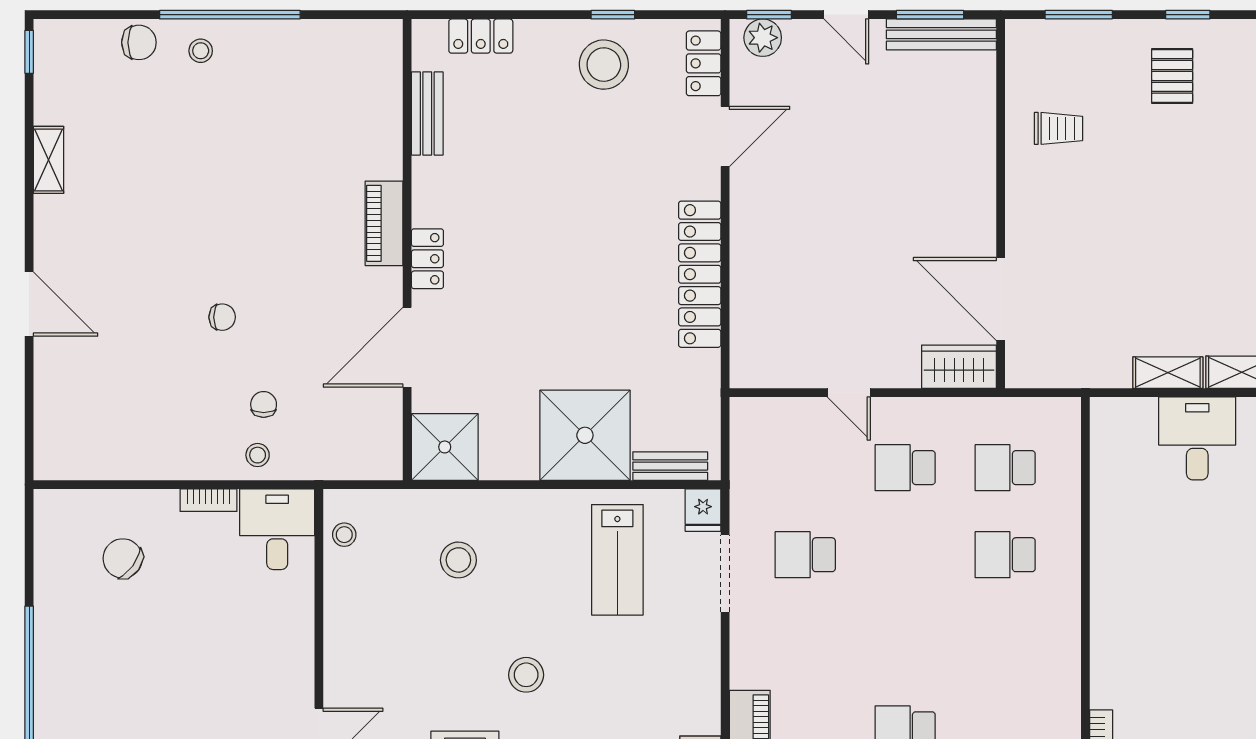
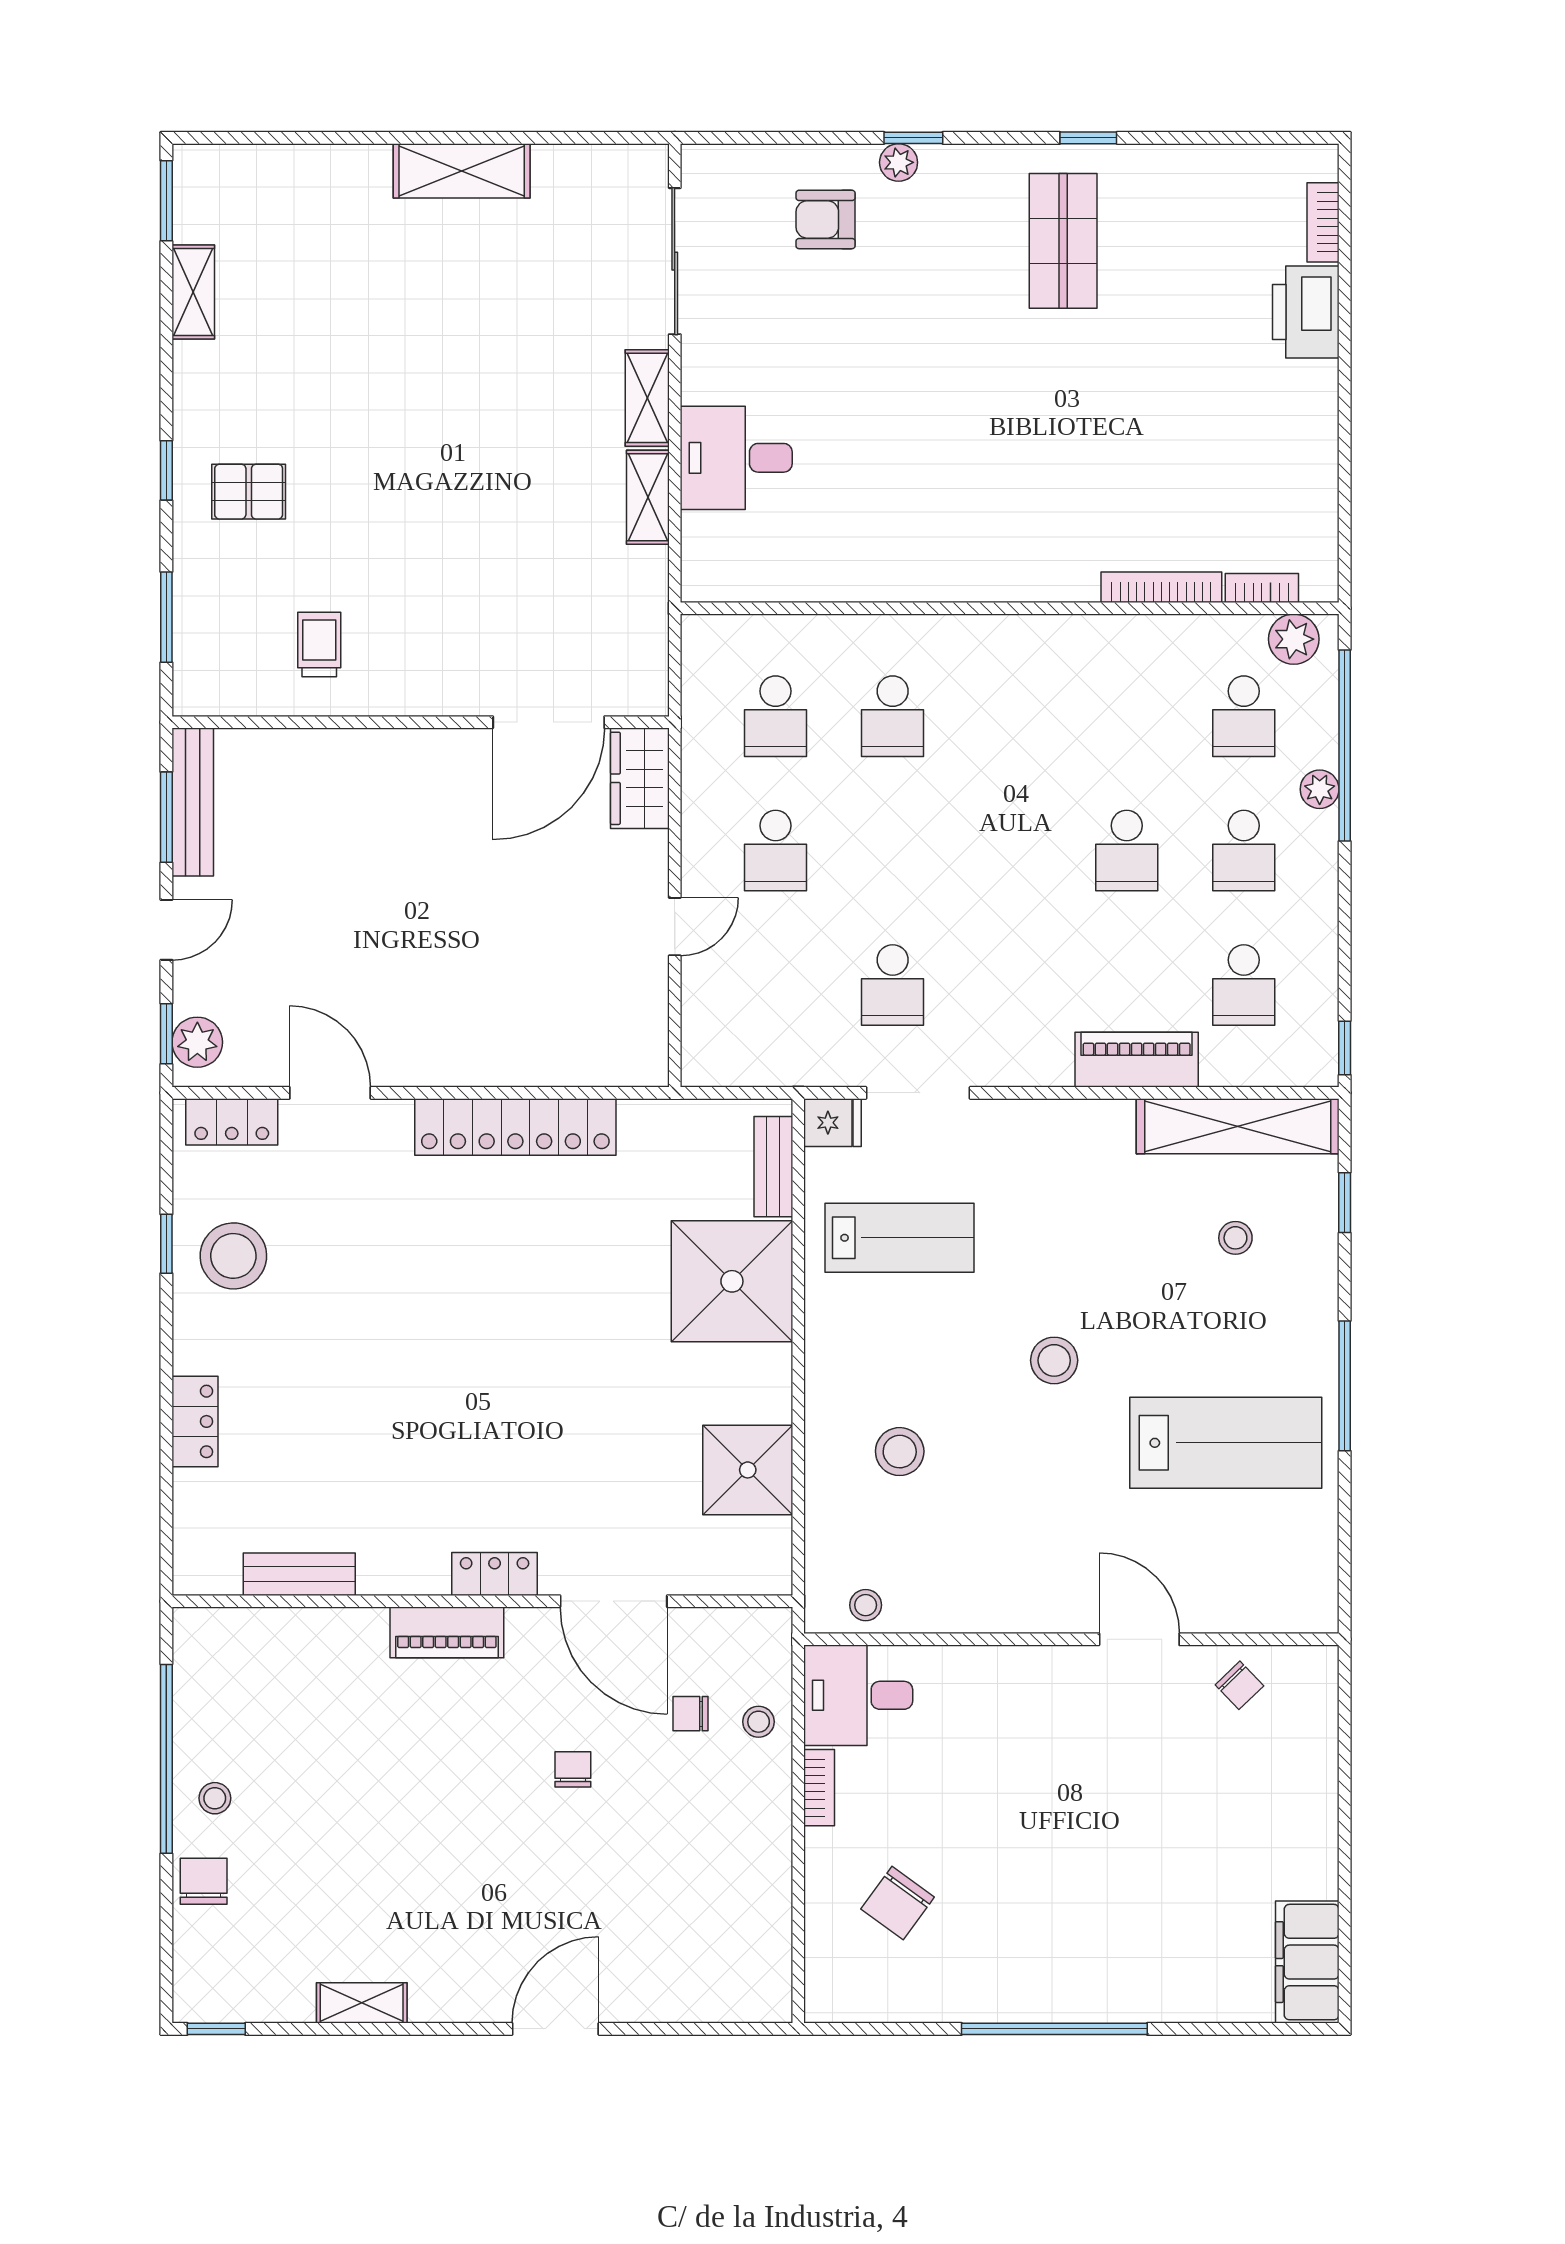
bench: (427, 113) -> (299, 1574), moved
piano: (384, 223) -> (447, 1632), moved
wall: (407, 250) -> (482, 1601), moved
locker: (427, 259) -> (495, 1574), moved
door: (407, 347) -> (614, 1601), moved

